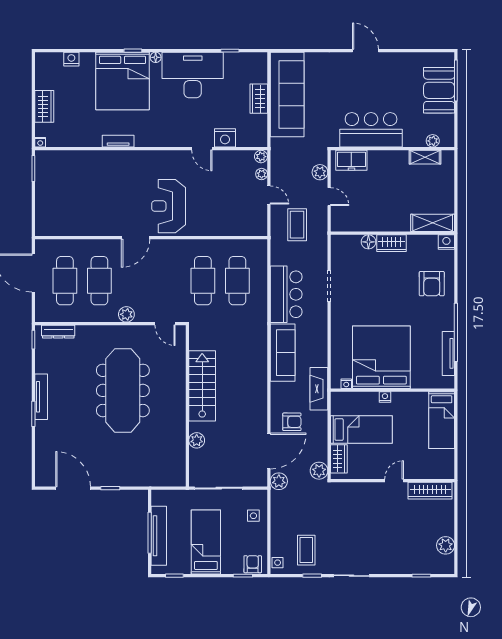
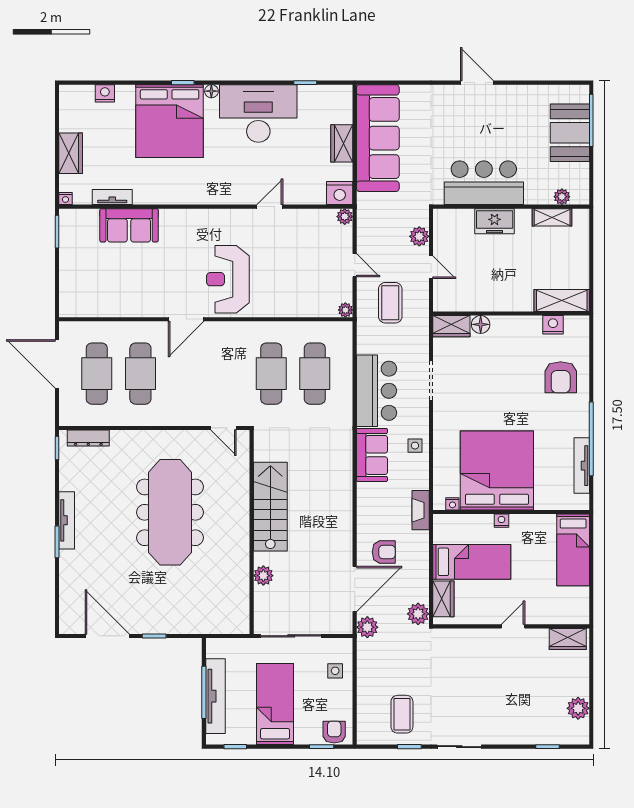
nightstand: (225, 138) -> (340, 193), moved
tv unit: (118, 141) -> (112, 197), moved
door: (202, 149) -> (270, 207), swing flipped
freezer: (351, 160) -> (495, 221), moved
sofa: (90, 163) -> (129, 225), added
plant: (262, 174) -> (345, 310), moved
nightstand: (446, 242) -> (553, 325), moved
wardrobe: (392, 243) -> (451, 326), moved
plant: (126, 314) -> (175, 416), removed
sofa: (283, 353) -> (372, 455), width x0.73
fireplace: (319, 389) -> (421, 510), width x0.73, depth x0.76
wardrobe: (430, 491) -> (568, 639), width x0.67
side table: (278, 563) -> (415, 446), moved

